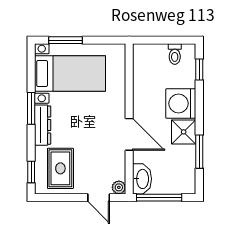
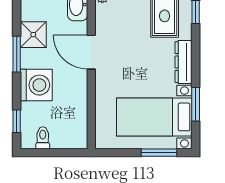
window: (31, 108) -> (196, 104), moved
shower: (184, 132) -> (33, 35), moved
window: (199, 152) -> (17, 54), moved

